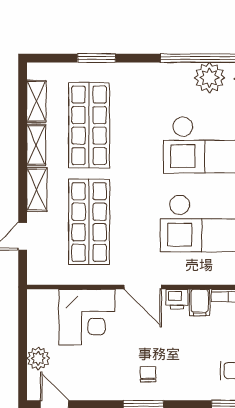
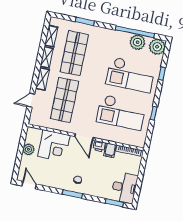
plant: (38, 358) -> (28, 149), moved

